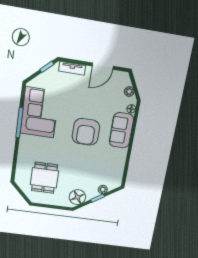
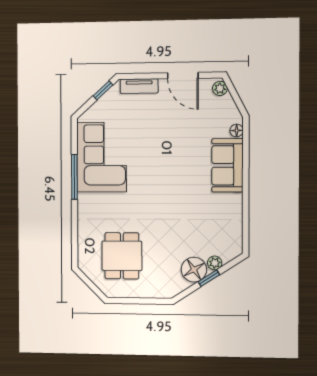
door: (103, 66) -> (183, 76), hinge flipped
plant: (129, 92) -> (220, 88), moved
armchair: (86, 132) -> (174, 176), removed
floor lamp: (77, 197) -> (194, 270), moved

